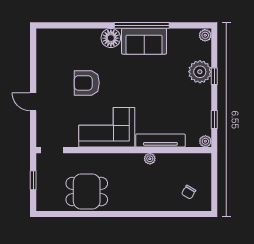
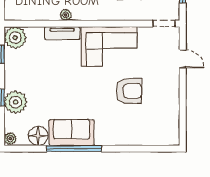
floor lamp: (111, 38) -> (38, 136), moved
door: (33, 102) -> (183, 59), moved
tv unit: (160, 140) -> (62, 33), width x0.71
plant: (205, 141) -> (15, 38), width x1.88, depth x1.88

